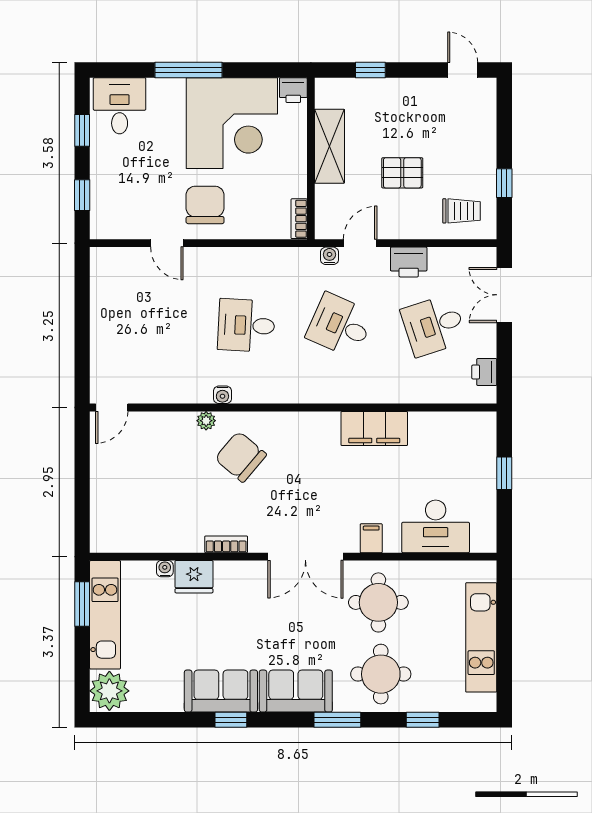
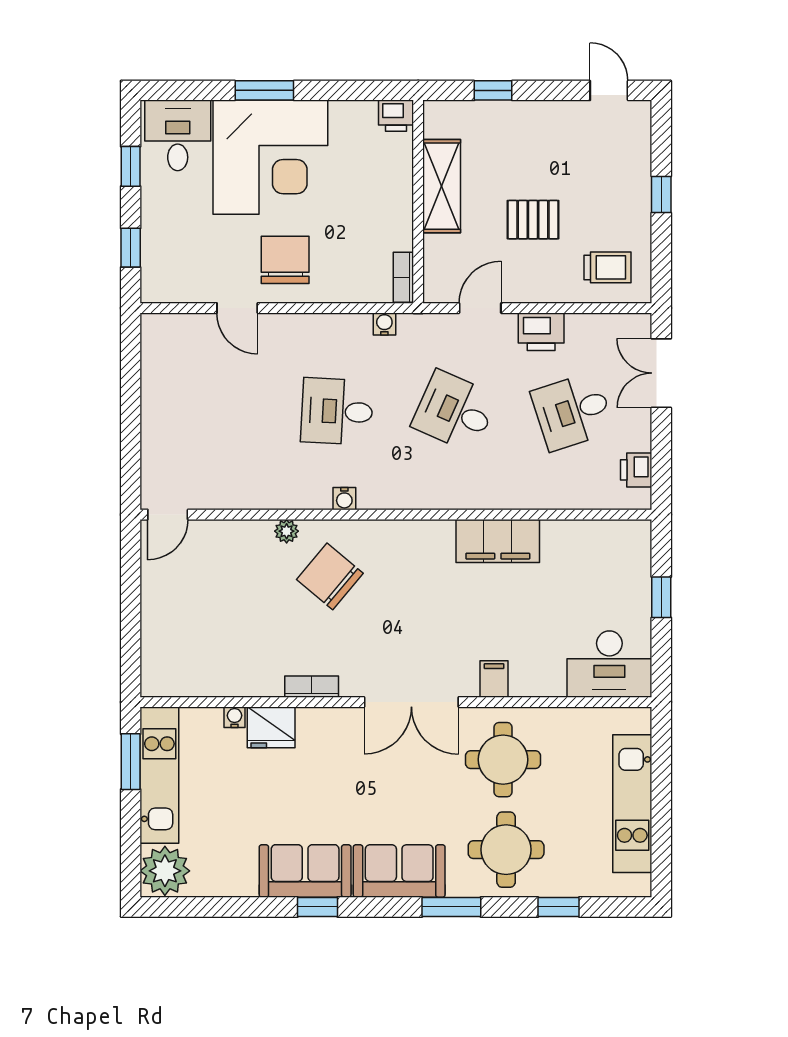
window: (189, 70) -> (264, 90), width x0.69
corner desk: (232, 123) -> (270, 157), moved
window: (504, 183) -> (661, 195), moved
water cooler: (329, 256) -> (384, 324), moved
water cooler: (222, 395) -> (344, 499), moved
desk: (436, 526) -> (609, 664), moved

